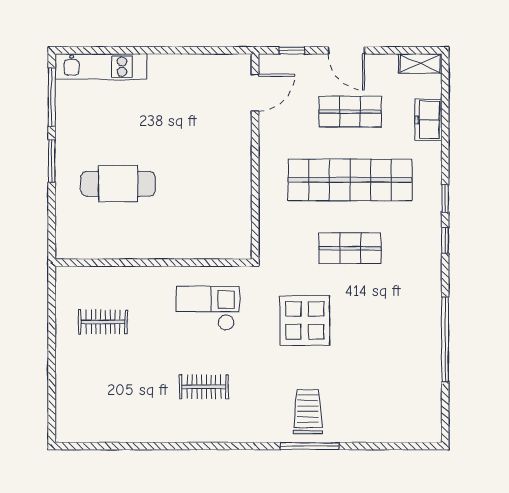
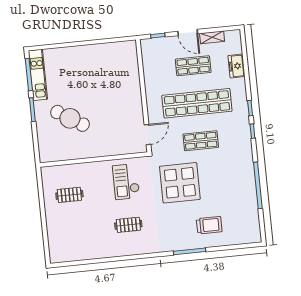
shelving: (420, 64) -> (212, 37), moved
kitchen unit: (101, 67) -> (38, 75), moved, turned -90
door: (255, 93) -> (148, 135), moved
cafe table: (118, 184) -> (70, 118), turned 32
checkout: (208, 308) -> (126, 182), turned -90
display table: (305, 320) -> (180, 183), width x1.36, depth x1.36
trolley: (308, 412) -> (209, 225), moved, turned 90

